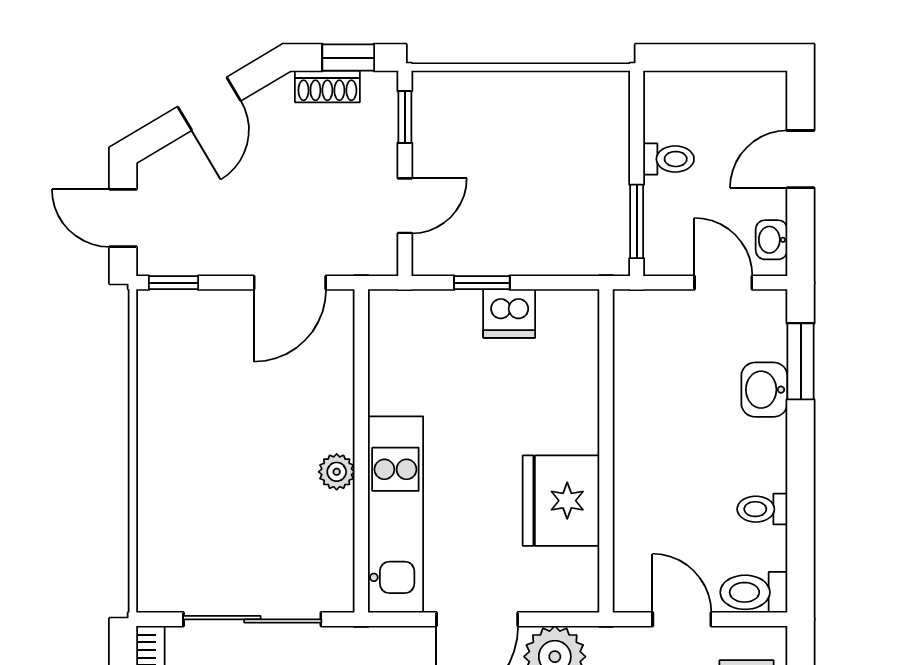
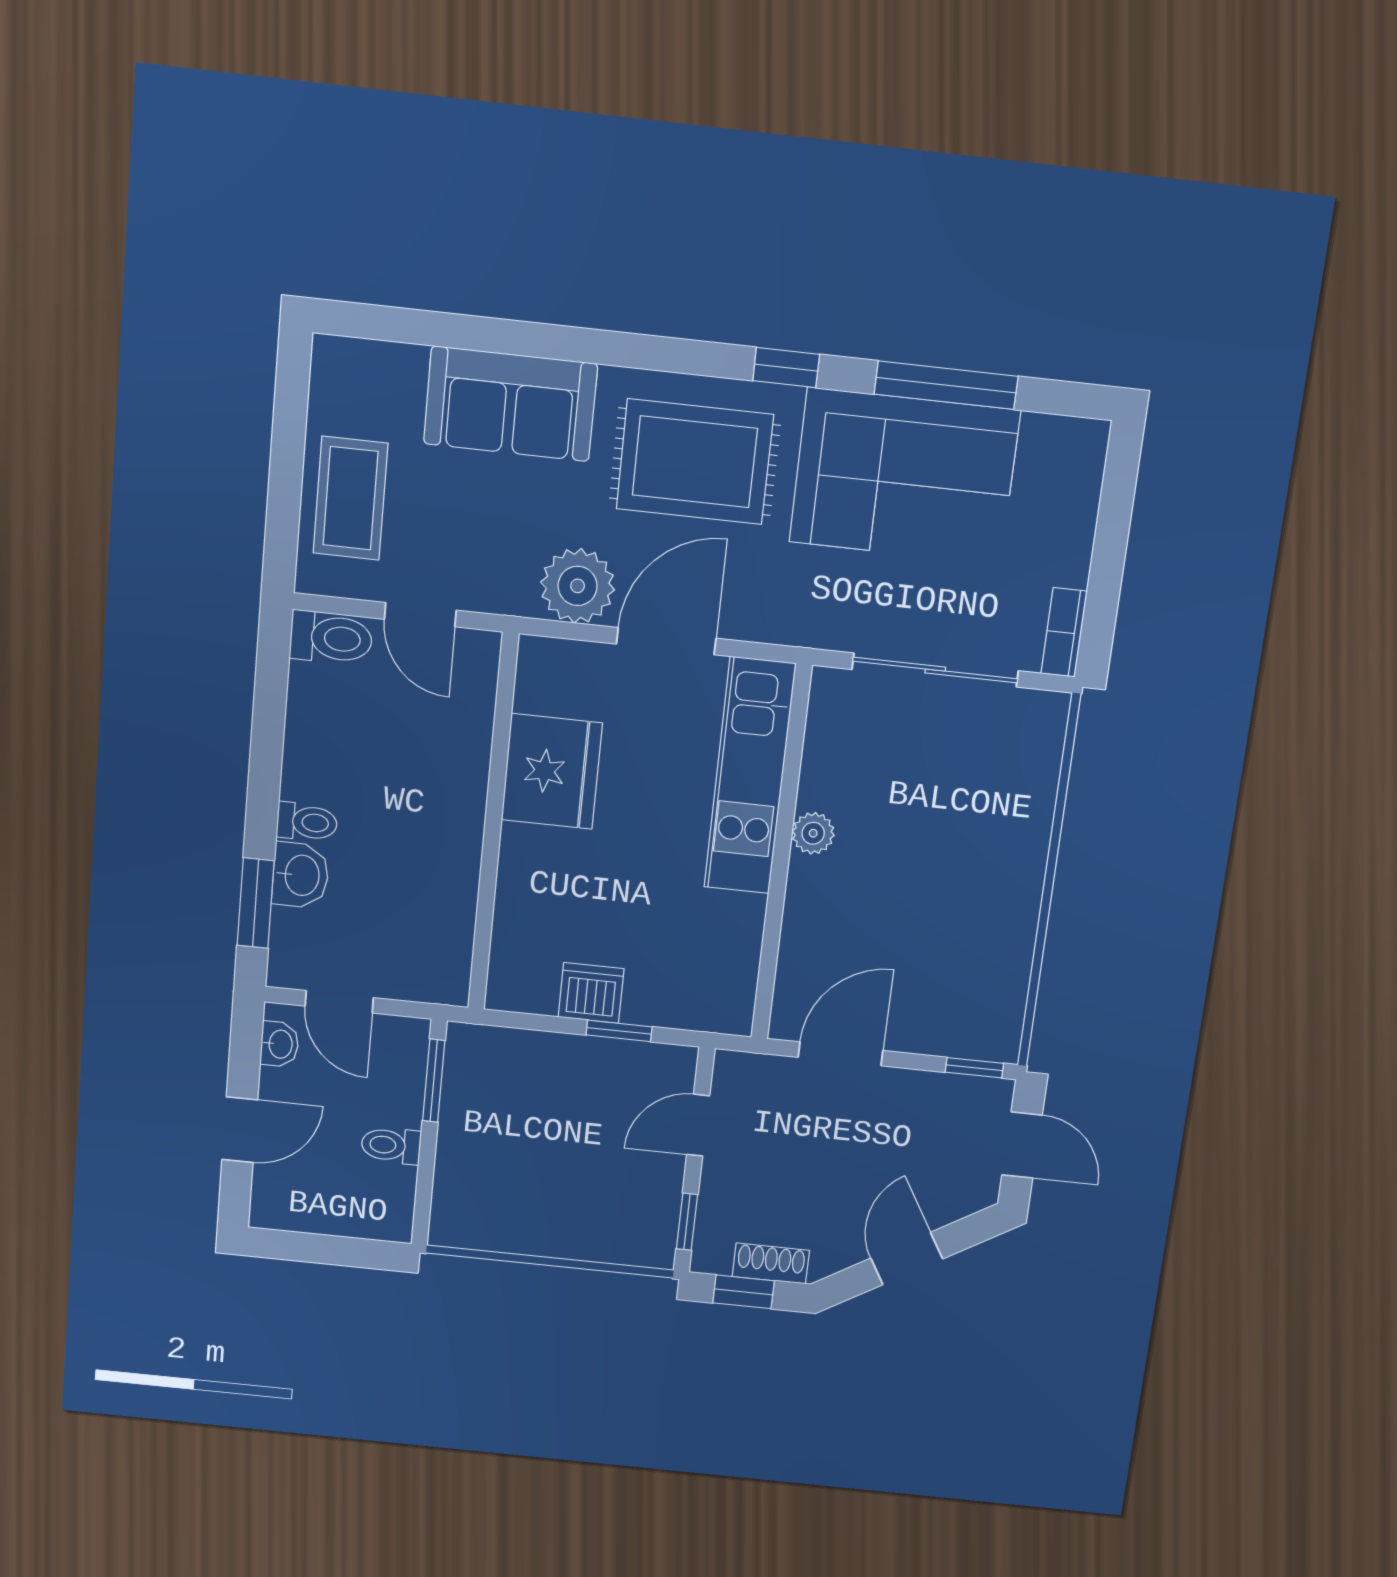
toilet: (762, 509) -> (307, 822), moved

